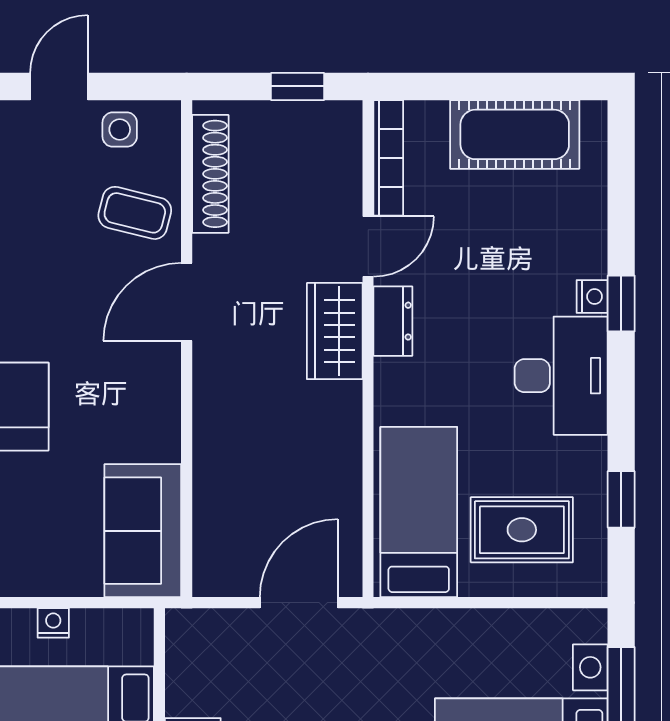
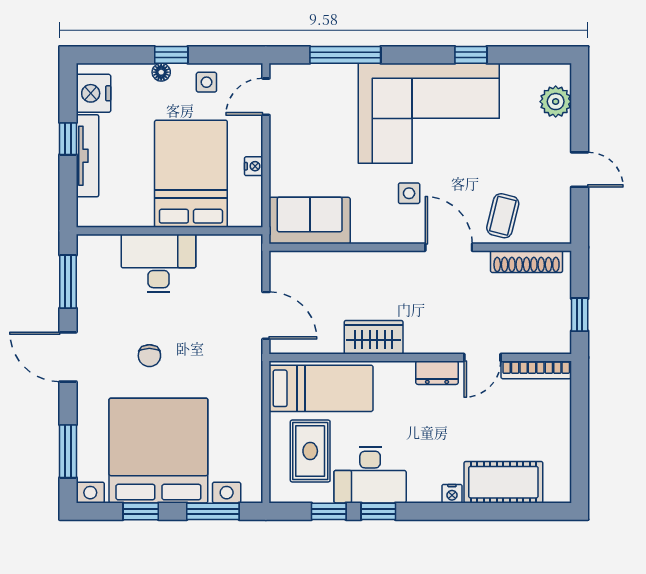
side table: (120, 130) -> (409, 193), moved
cot: (515, 134) -> (503, 482), moved, turned 90
door: (368, 247) -> (482, 358), hinge flipped
window: (621, 303) -> (378, 511), moved
wardrobe: (335, 331) -> (374, 337), moved
desk: (561, 376) -> (370, 475), moved

